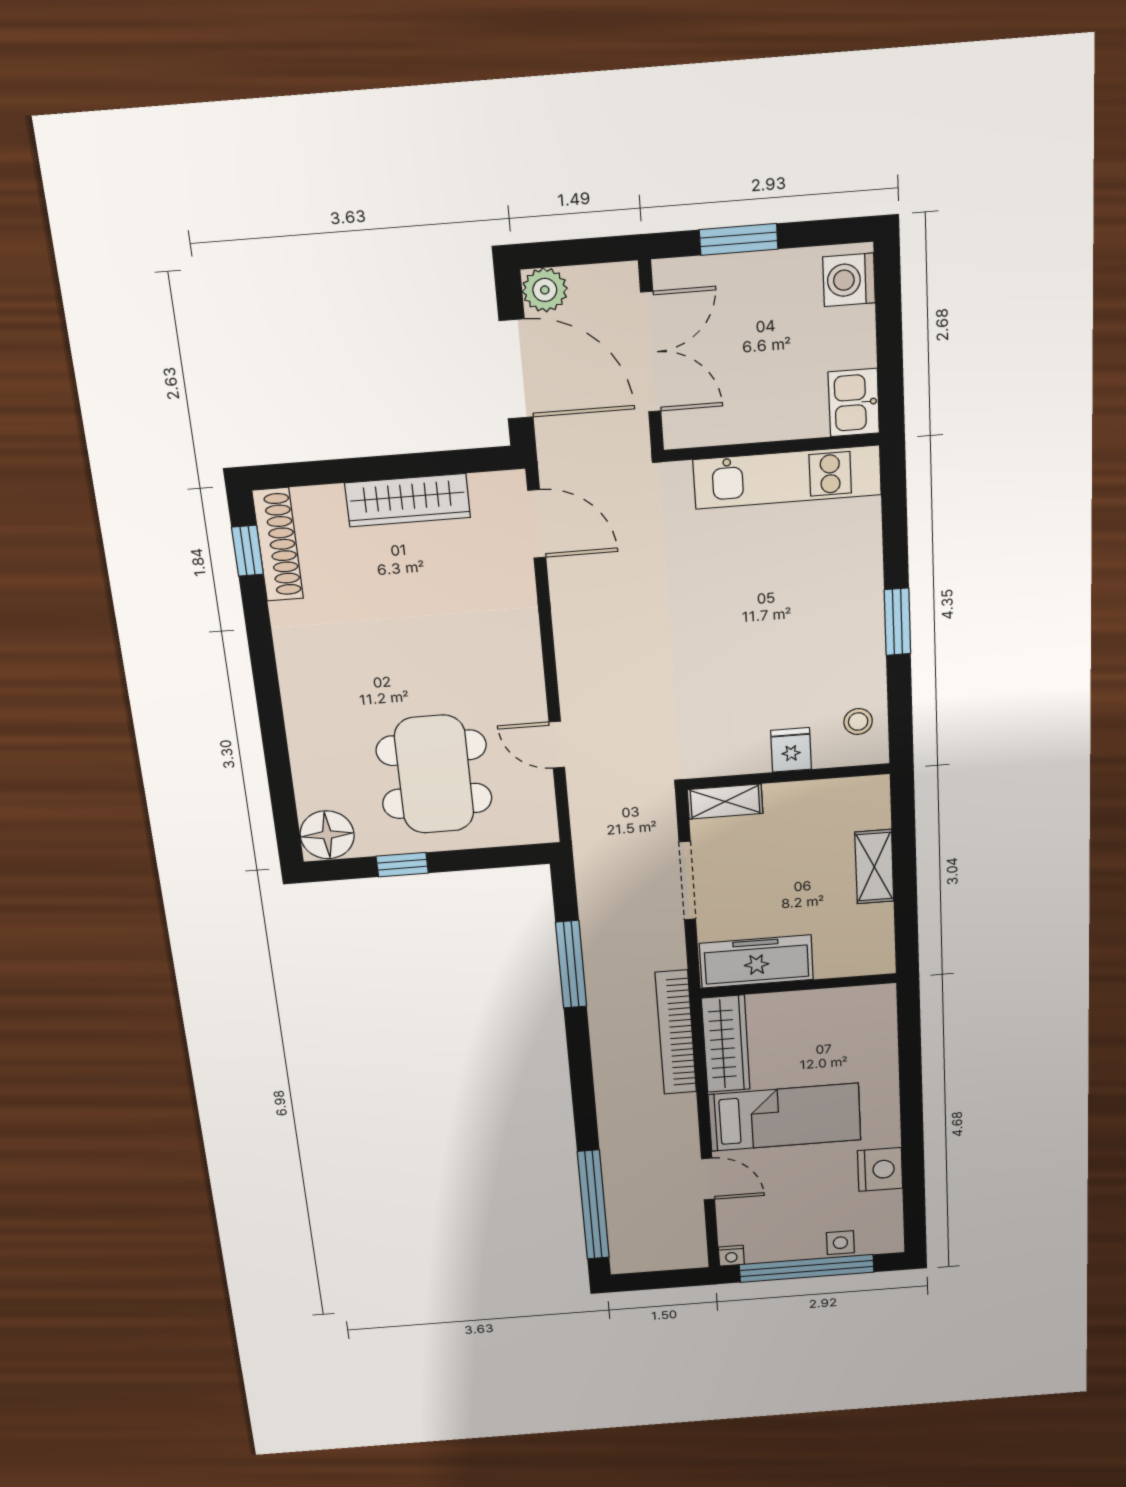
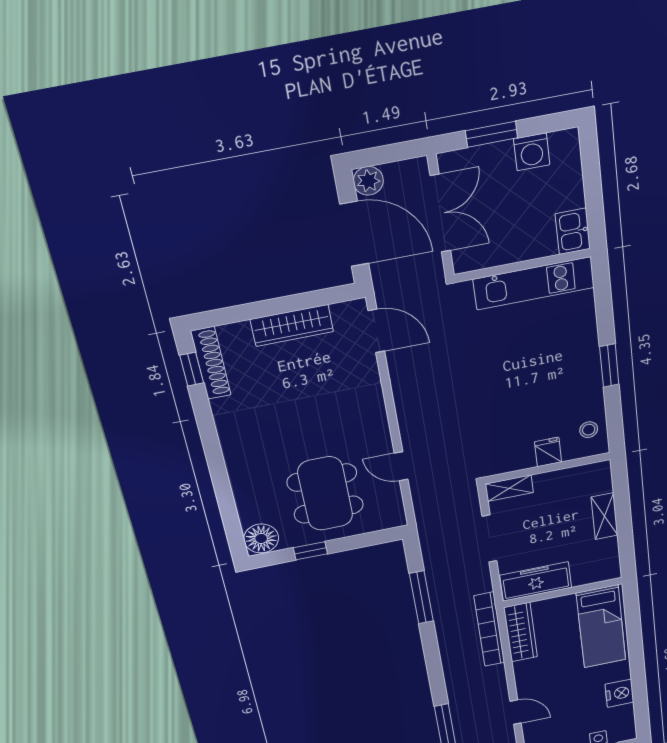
washing machine: (849, 280) -> (532, 152), moved, turned -90
bed: (785, 1117) -> (601, 627), moved, turned 90

